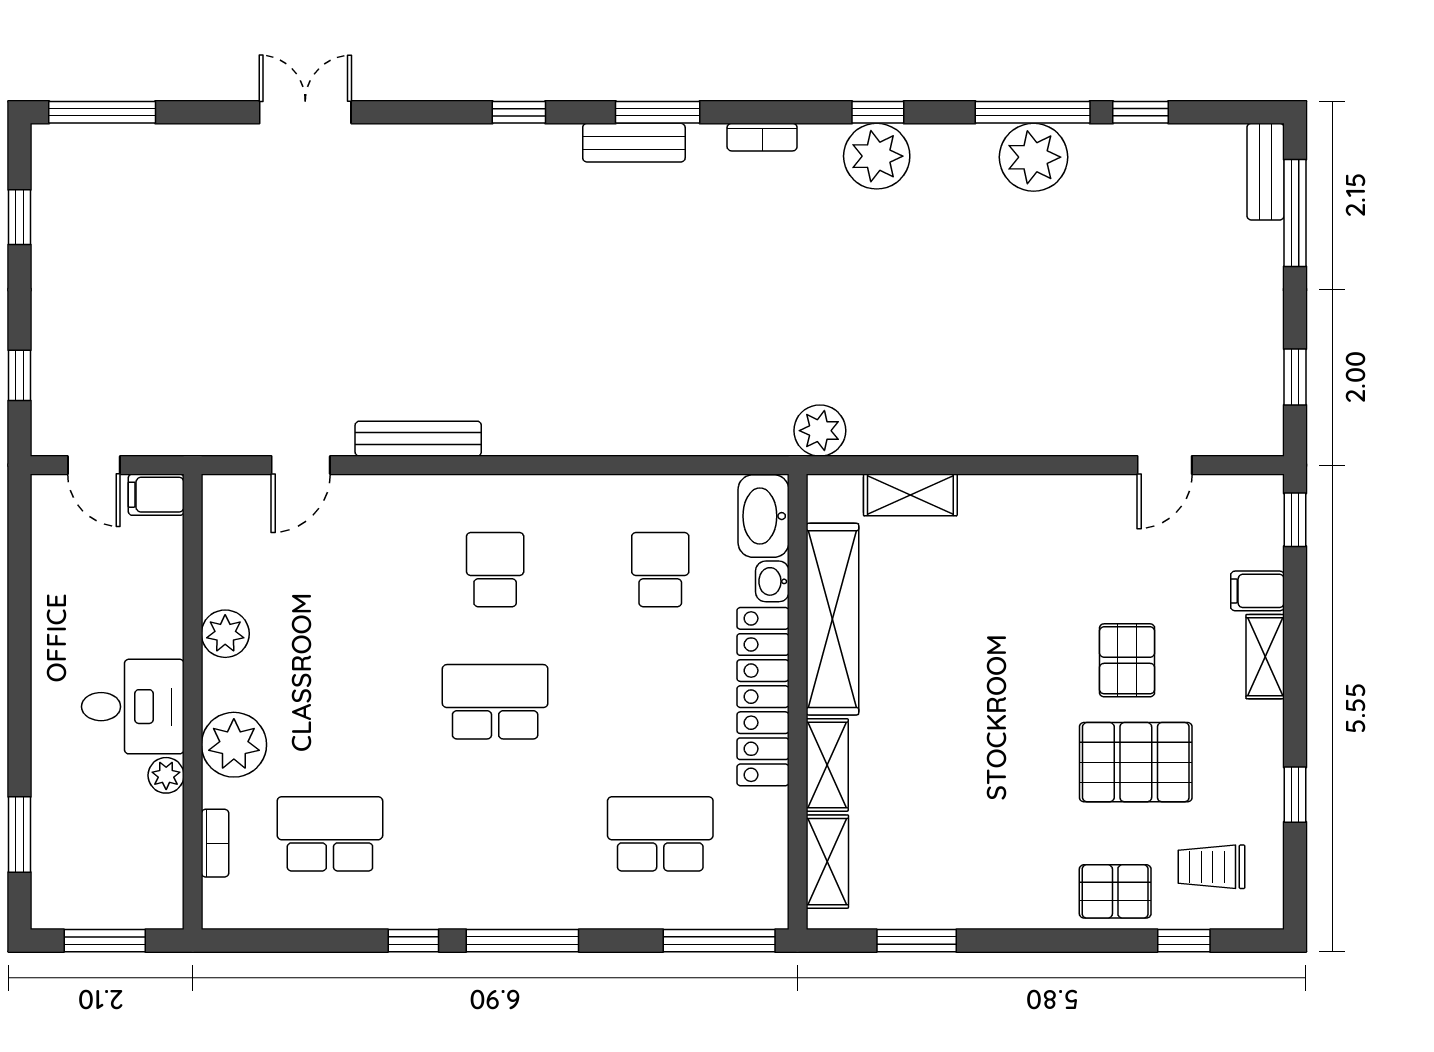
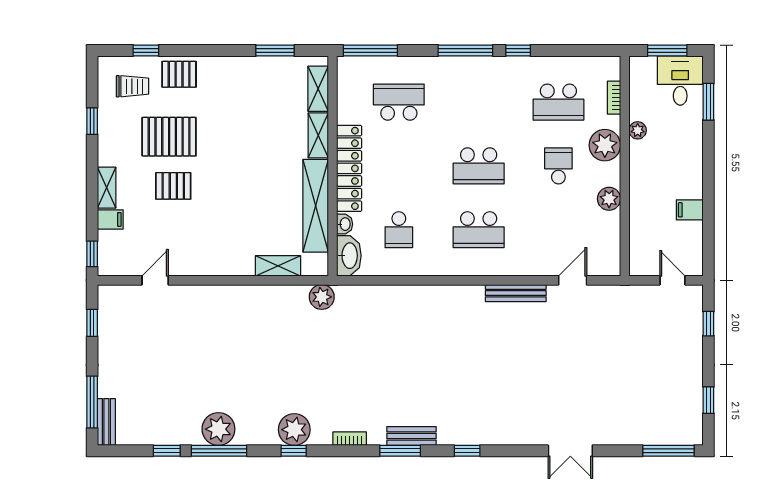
filing cabinet: (156, 495) -> (690, 210), moved, turned 180
school desk: (495, 570) -> (479, 230), width x1.85
pallet: (1127, 660) -> (173, 186), turned 90
school desk: (330, 702) -> (558, 166), added
desk: (133, 707) -> (680, 80), moved, turned 90
school desk: (660, 834) -> (399, 102), turned 180

